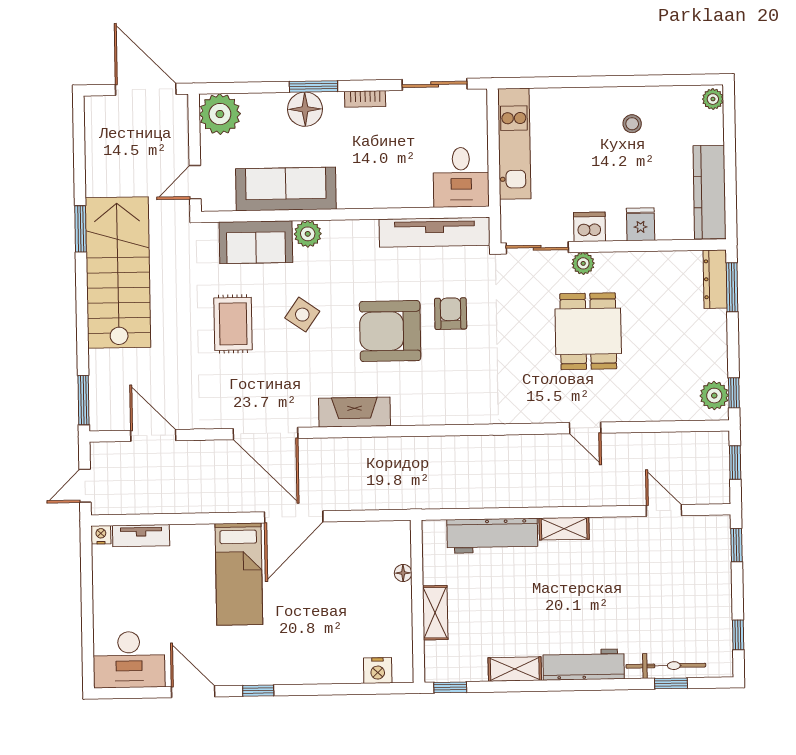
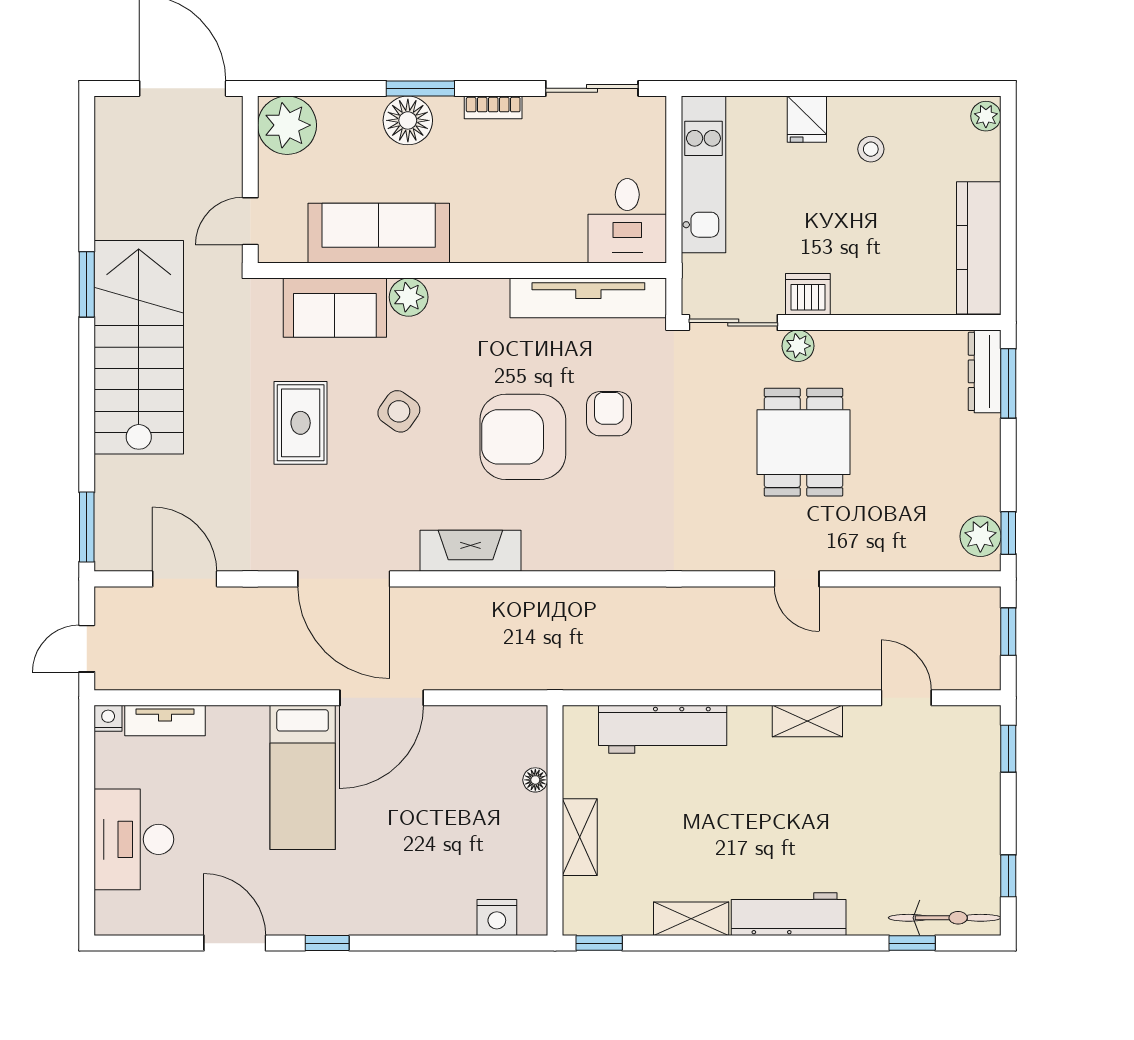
fridge: (641, 224) -> (807, 119), moved, turned 180
shelving: (564, 529) -> (807, 721), moved
desk: (129, 660) -> (134, 839), moved, turned 90
bicycle: (666, 666) -> (945, 918), moved

